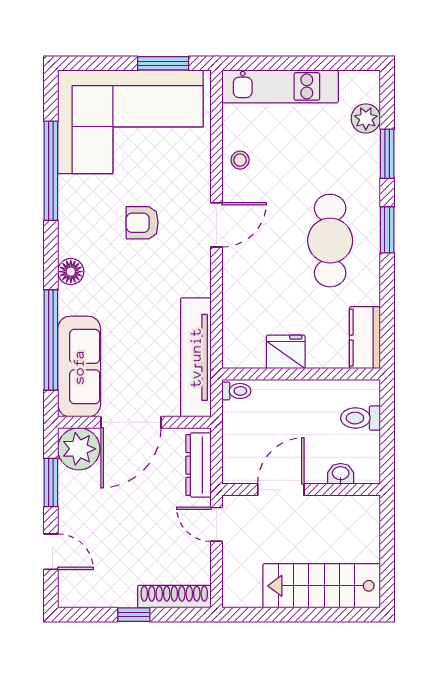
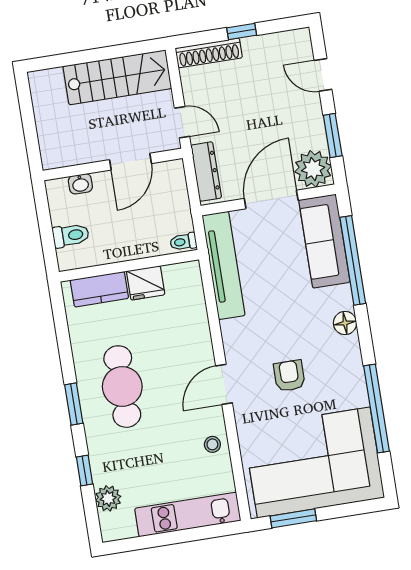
window: (387, 154) -> (84, 471), width x0.67
armchair: (142, 223) -> (289, 376), turned -90
kitchen counter: (365, 338) -> (99, 289), moved, turned 90
stairs: (322, 586) -> (117, 77), moved

